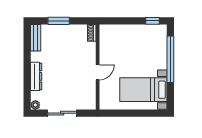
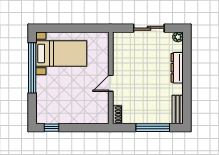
window: (59, 21) -> (153, 128), width x1.44
window: (170, 59) -> (32, 68), moved
door: (98, 72) -> (111, 83), moved

